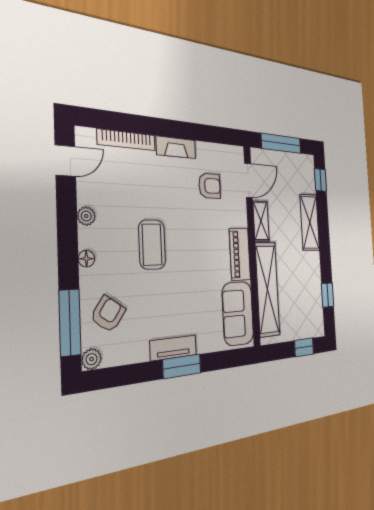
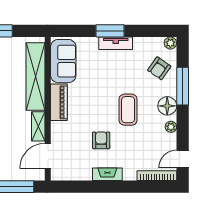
bookcase: (127, 140) -> (157, 176), moved
armchair: (210, 186) -> (101, 140), moved, turned 90
floor lamp: (86, 259) -> (167, 106), width x1.89, depth x1.89
window: (70, 323) -> (183, 86), moved

